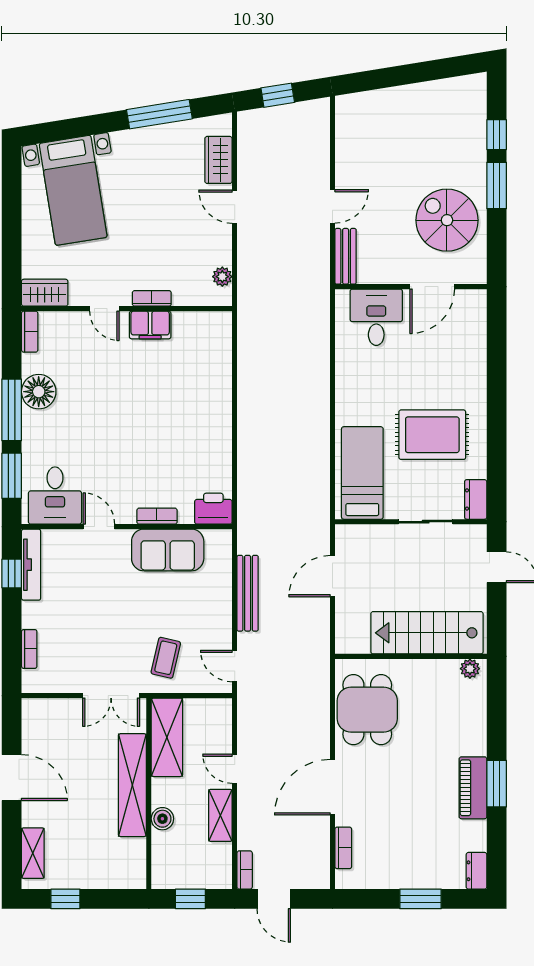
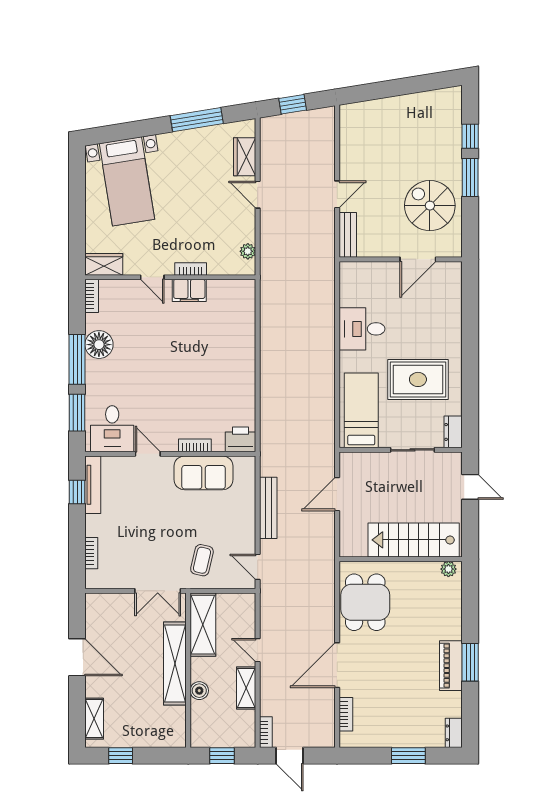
desk: (376, 317) -> (362, 329), moved, turned -90

